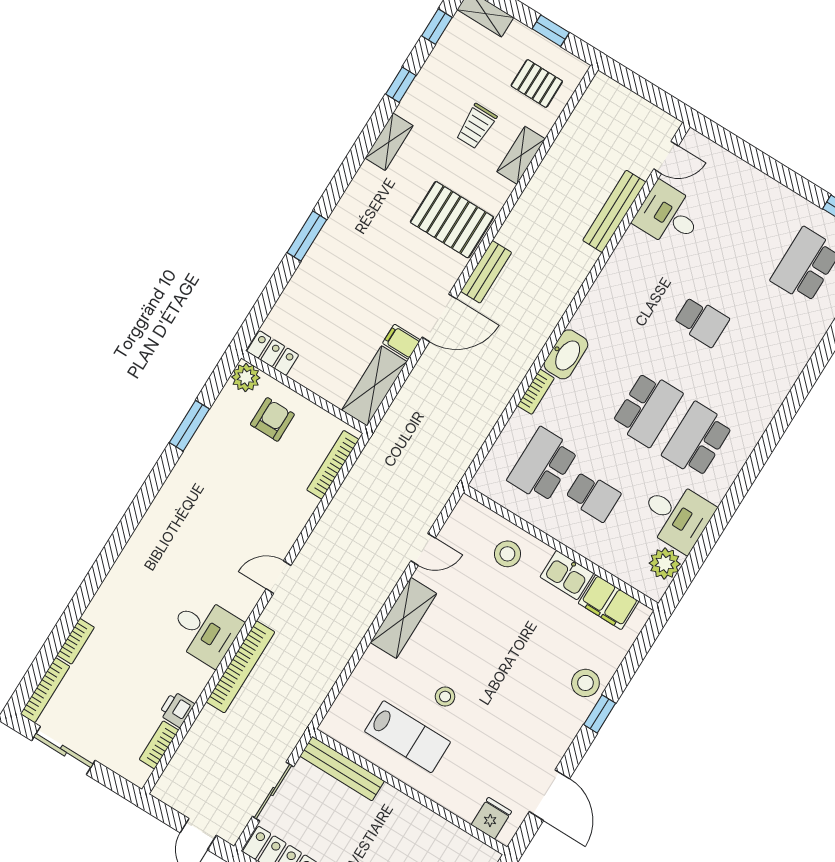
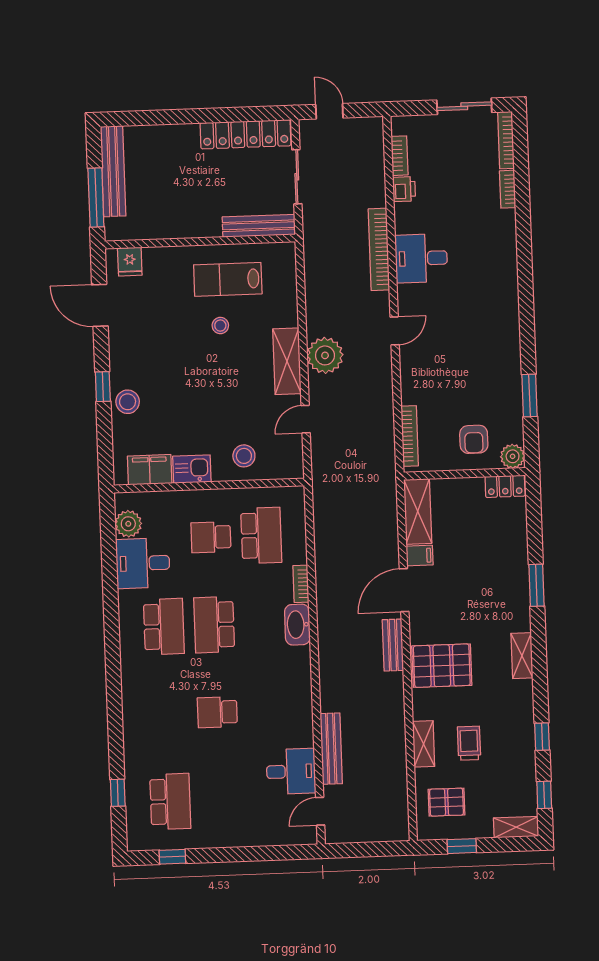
shelving: (389, 142) -> (522, 656), moved
plant: (363, 599) -> (325, 355), added

